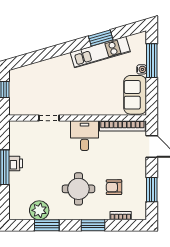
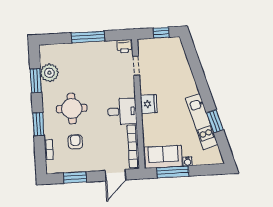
window: (152, 61) -> (173, 172), moved
fridge: (78, 107) -> (149, 104), added
doorway: (49, 118) -> (136, 66), moved
printer: (16, 163) -> (124, 46), moved

